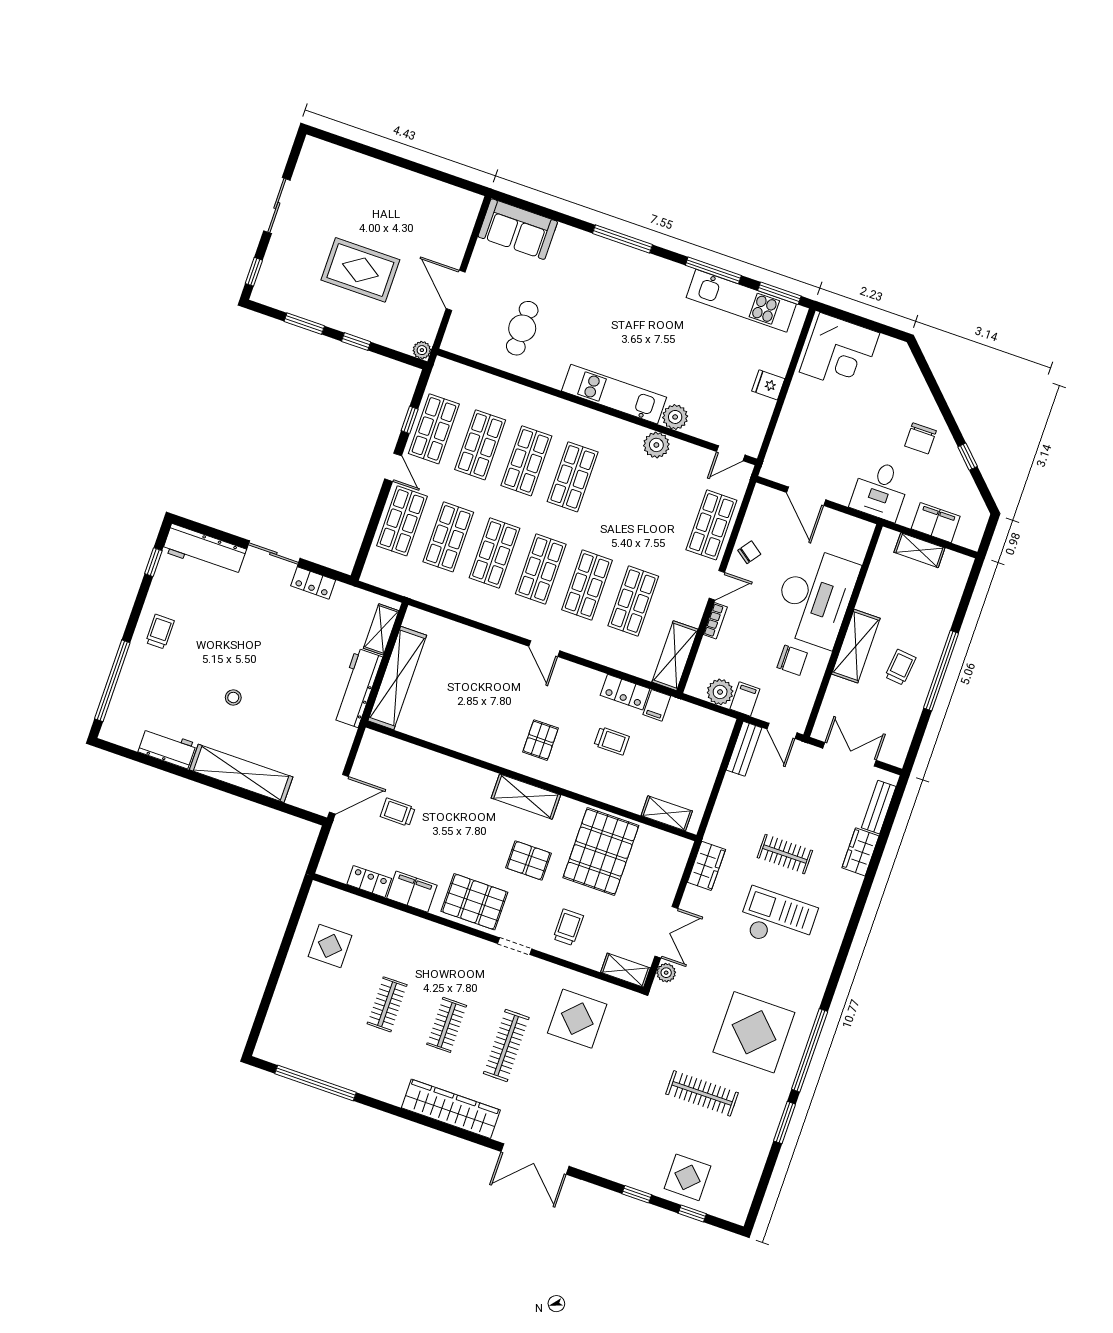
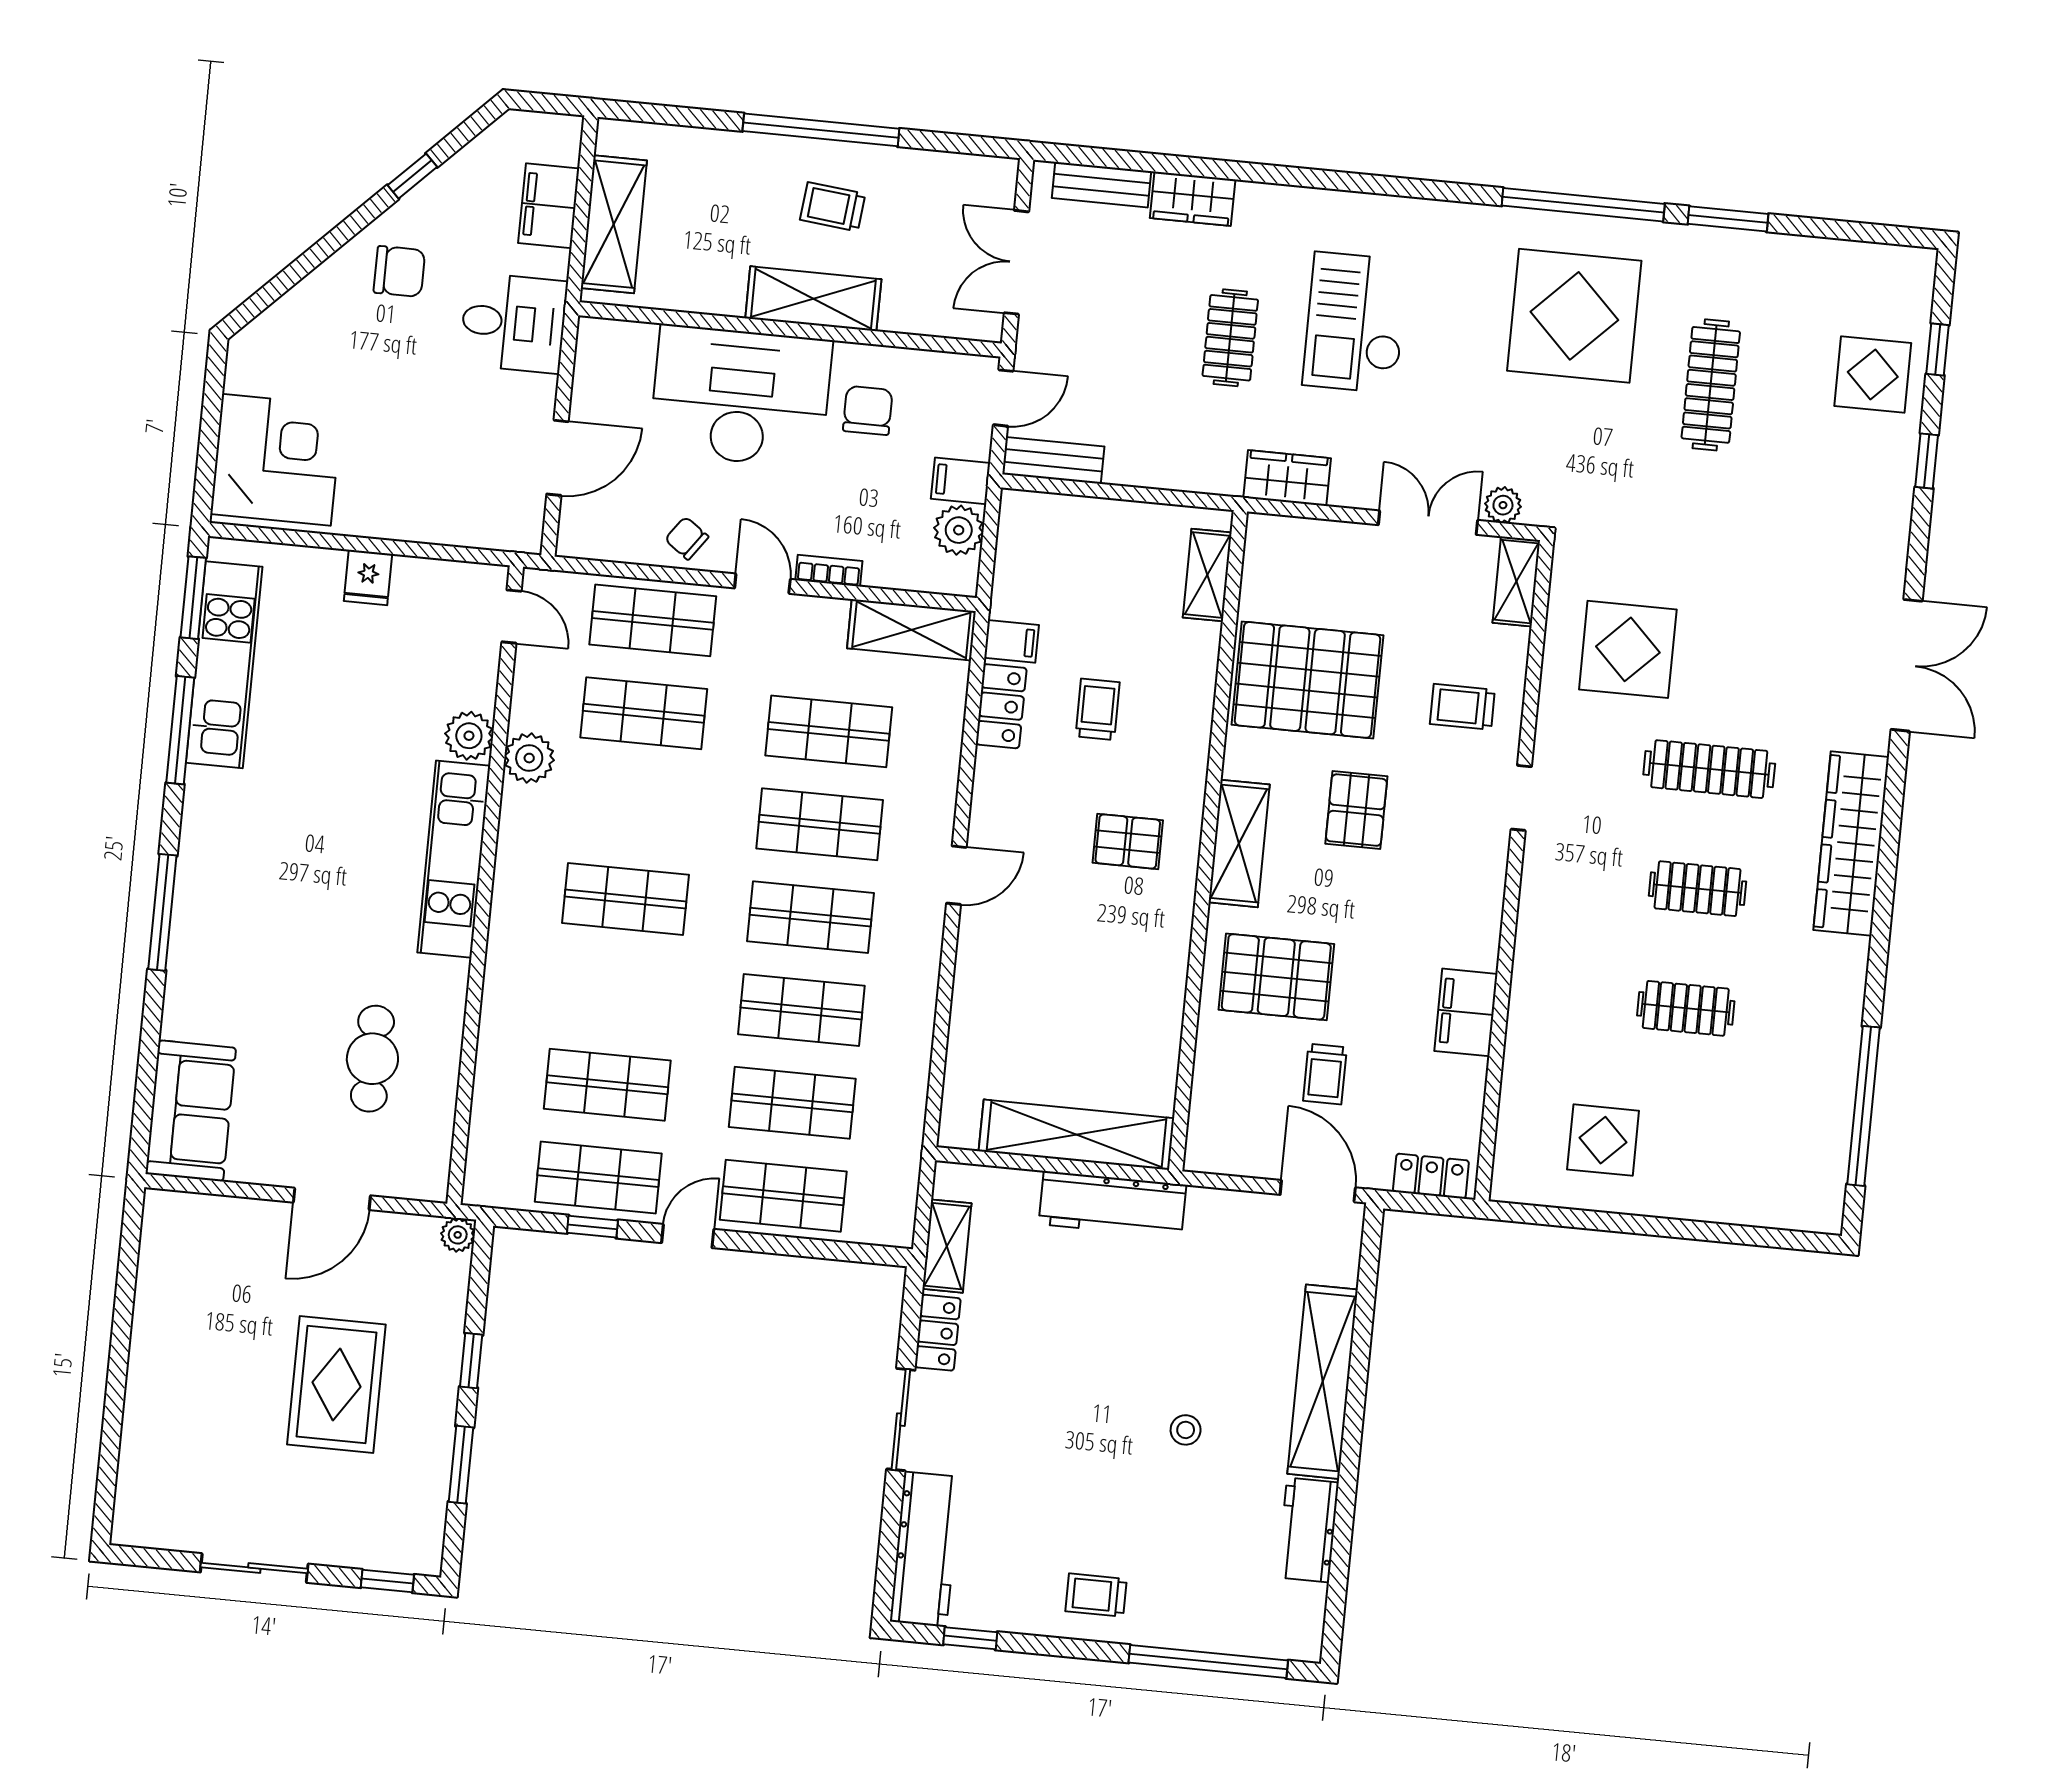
cafe table: (522, 328) -> (372, 1059), turned 90
shop shelf: (526, 461) -> (644, 713), moved
shelving: (919, 550) -> (614, 224), width x1.50, depth x1.33
shelving: (381, 629) -> (947, 1246), moved, turned 90
locker: (369, 881) -> (1431, 1176), moved, turned 90
pallet: (474, 902) -> (1276, 977), moved, turned 90

